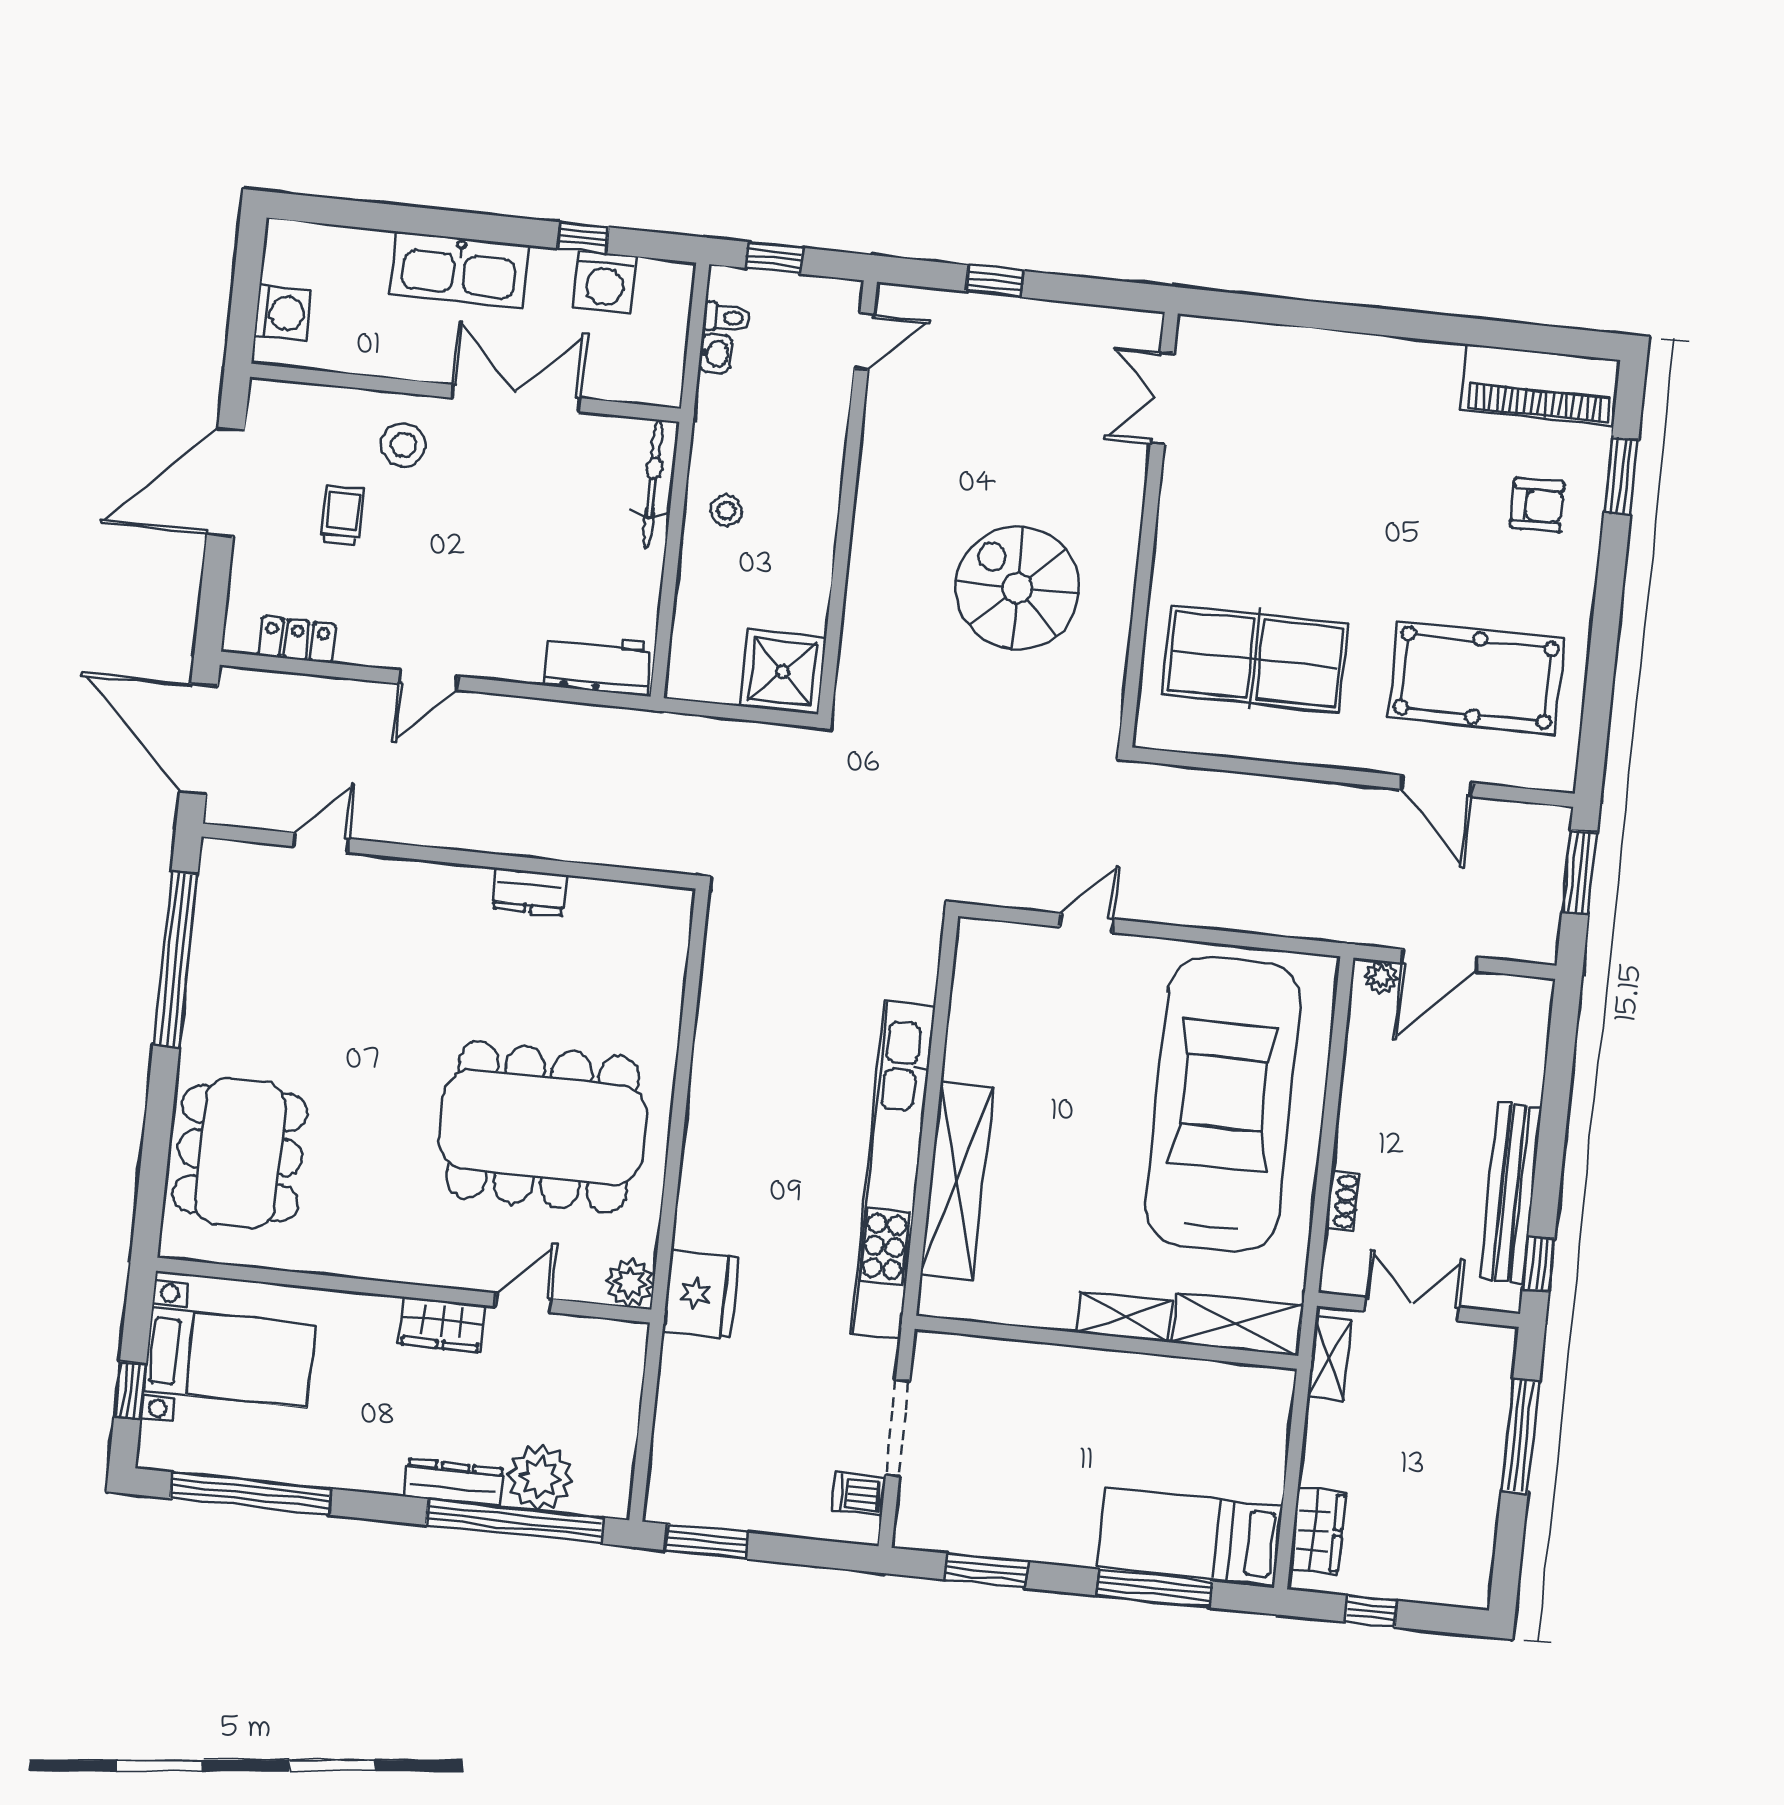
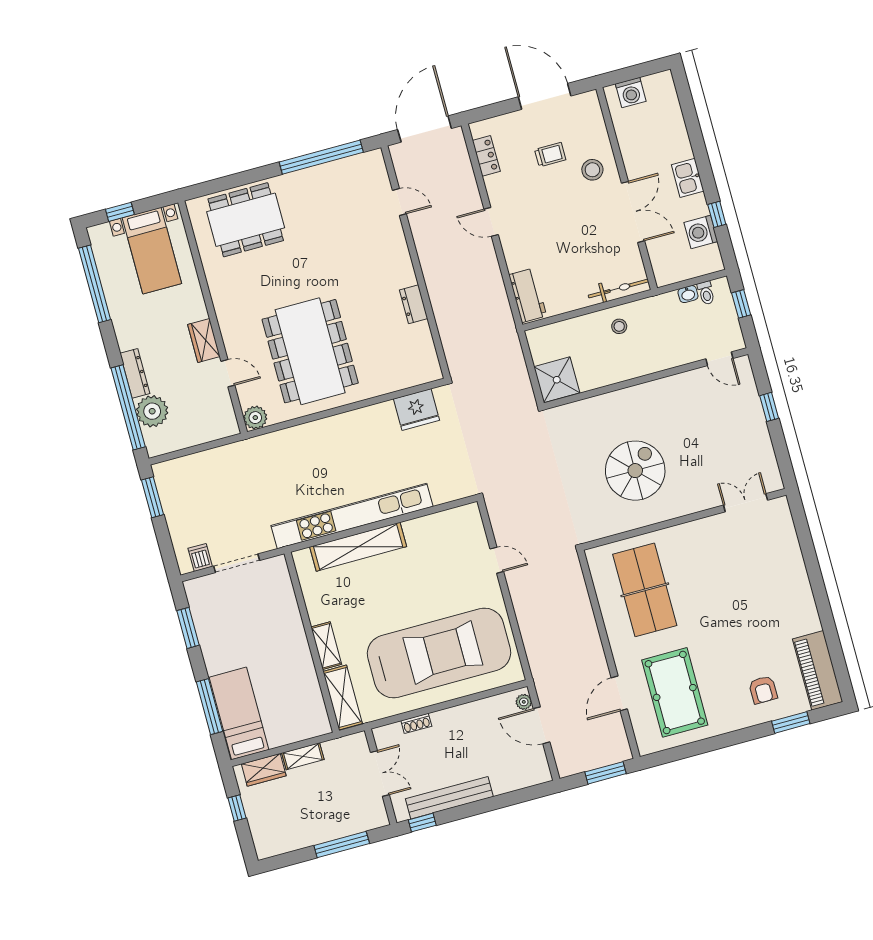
kitchen sink: (459, 270) -> (688, 178), width x0.53, depth x0.81
fridge: (701, 1294) -> (417, 409), moved
shelving: (1330, 1358) -> (303, 756), moved

